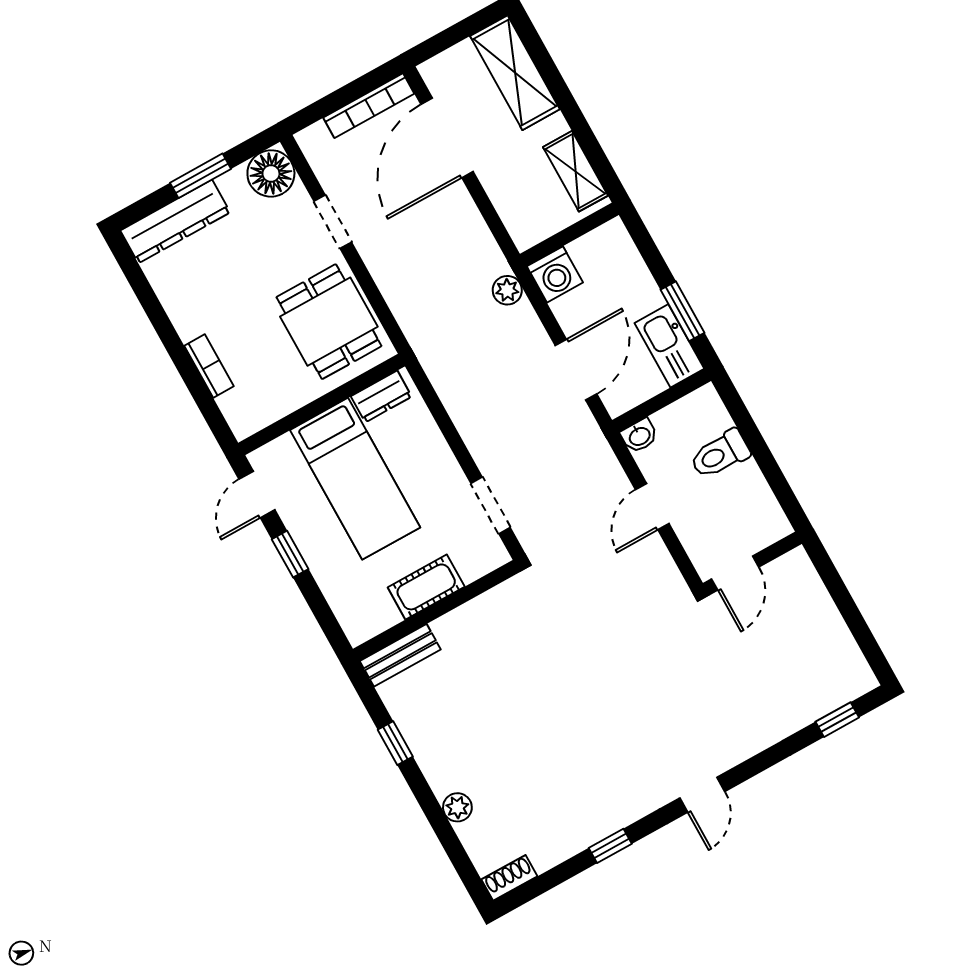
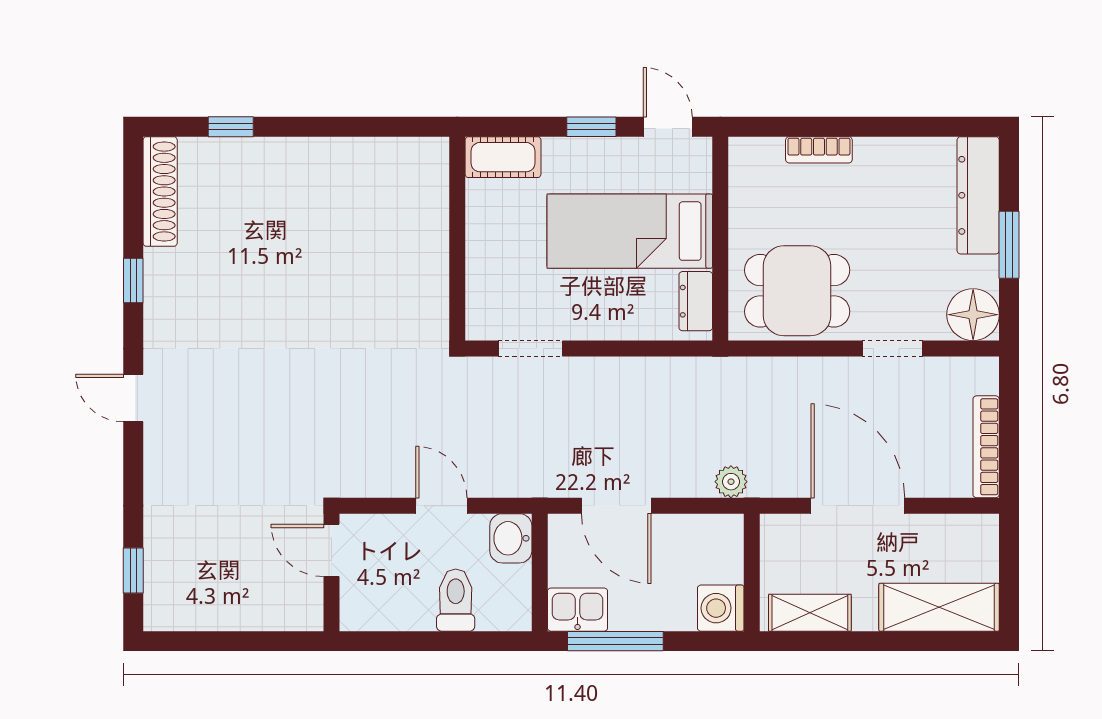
door: (447, 138) -> (858, 506), moved
washing machine: (555, 274) -> (721, 608), moved
window: (683, 311) -> (615, 641), width x1.44
kitchen sink: (669, 346) -> (578, 610), width x0.73
washbasin: (639, 436) -> (511, 538), width x1.38, depth x1.45
cot: (426, 587) -> (503, 157), moved, turned 90
bench: (400, 655) -> (433, 179), removed
window: (395, 743) -> (231, 127), moved
plant: (457, 807) -> (254, 152), removed
shoe rack: (509, 878) -> (160, 192), width x1.94, depth x1.24

